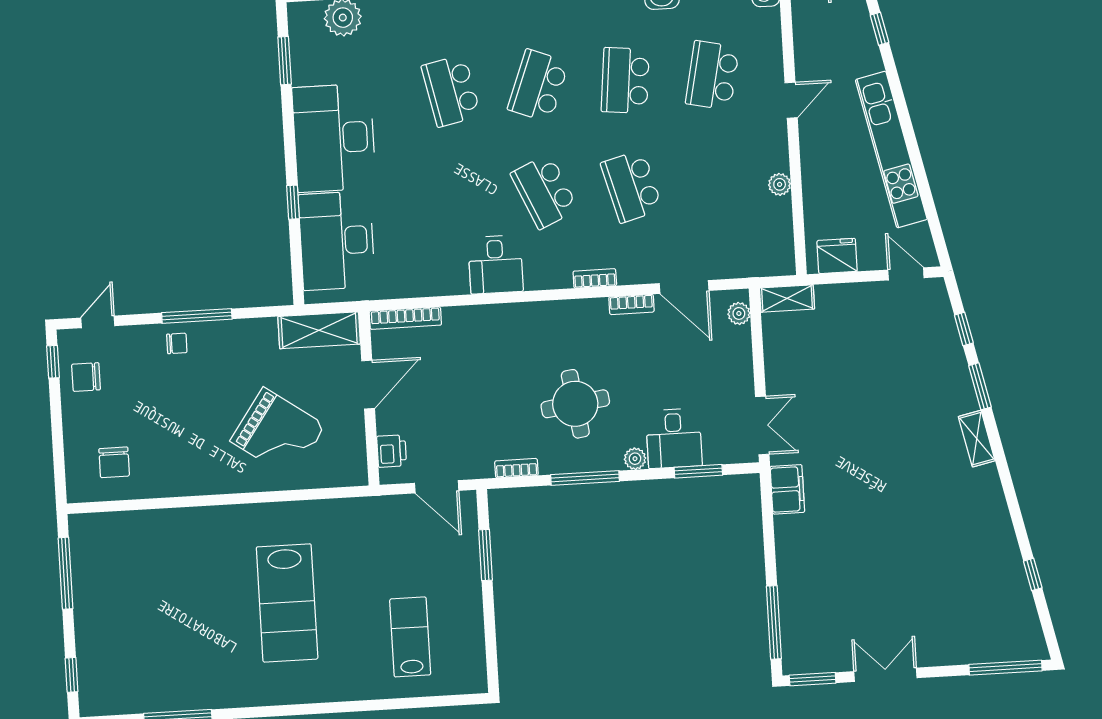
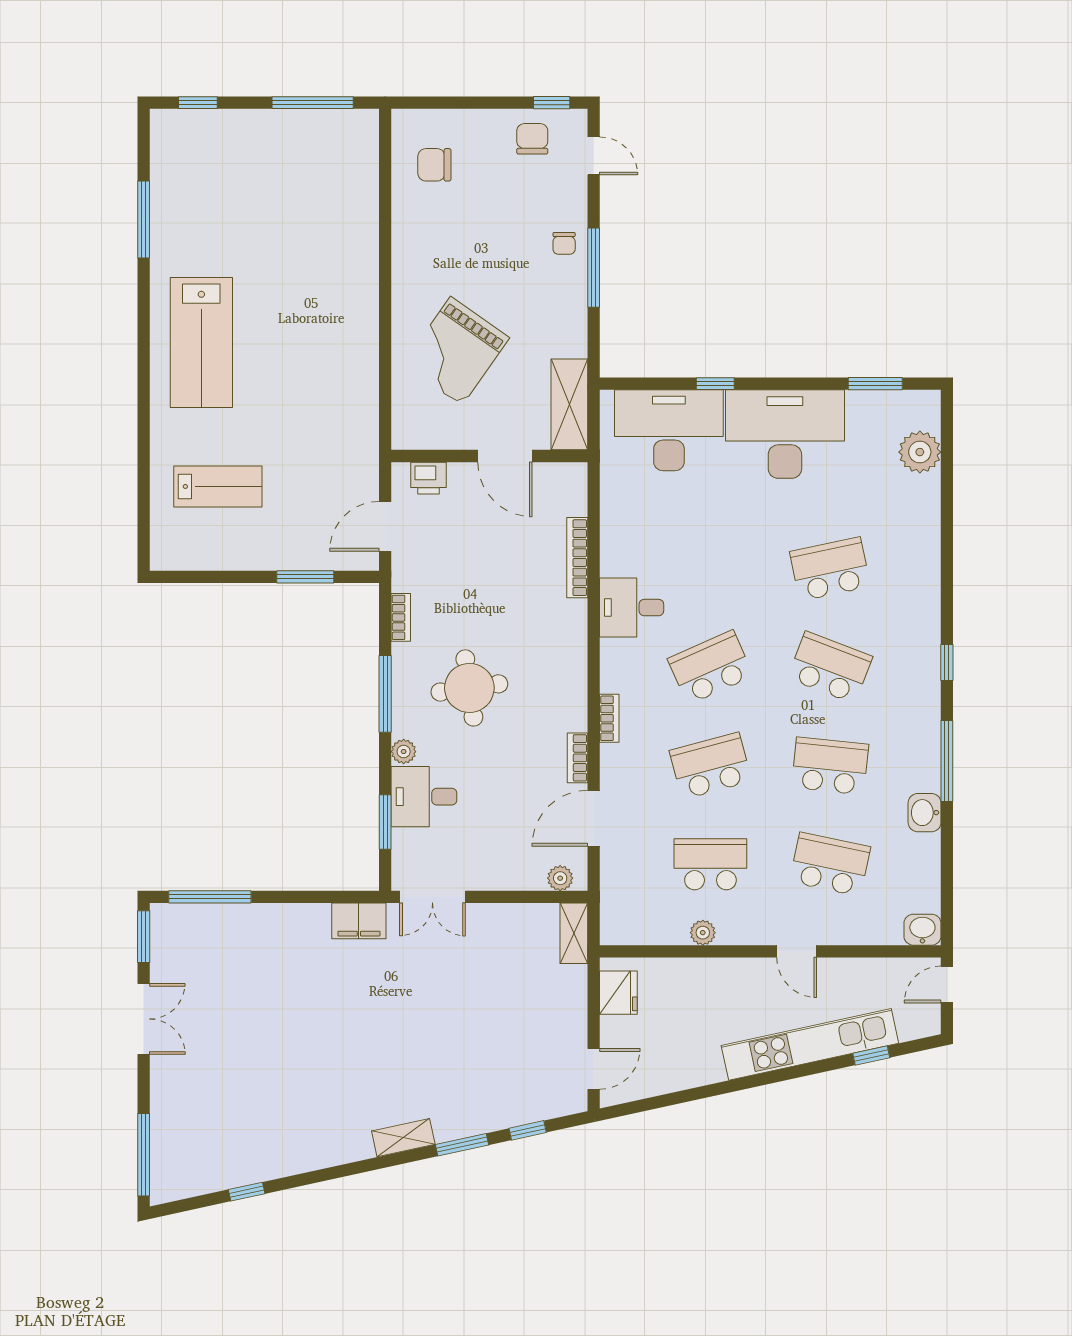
kitchen unit: (891, 150) -> (810, 1044), moved
school desk: (719, 181) -> (710, 864), added
bookcase: (405, 318) -> (577, 558), moved
lab bench: (287, 603) -> (201, 342), moved, turned -90

